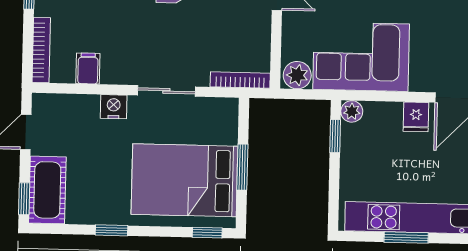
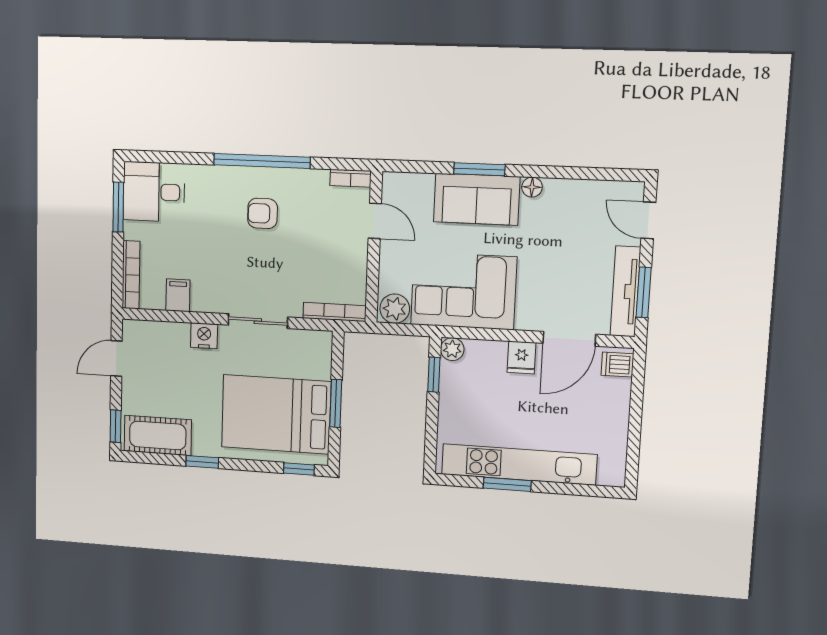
cot: (47, 190) -> (158, 435), moved, turned 90

